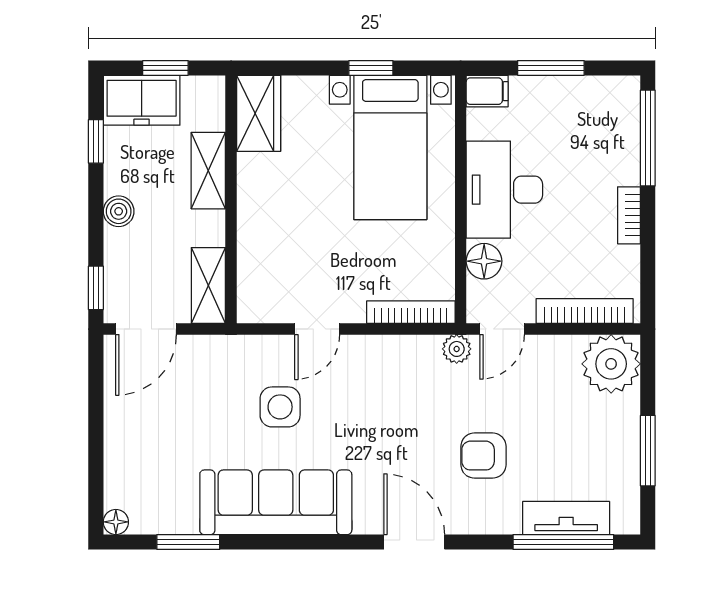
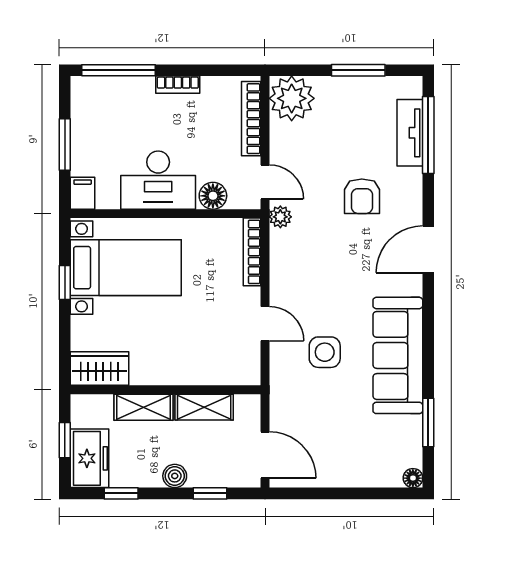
shelving: (208, 286) -> (204, 407), moved
window: (96, 288) -> (210, 493), moved

